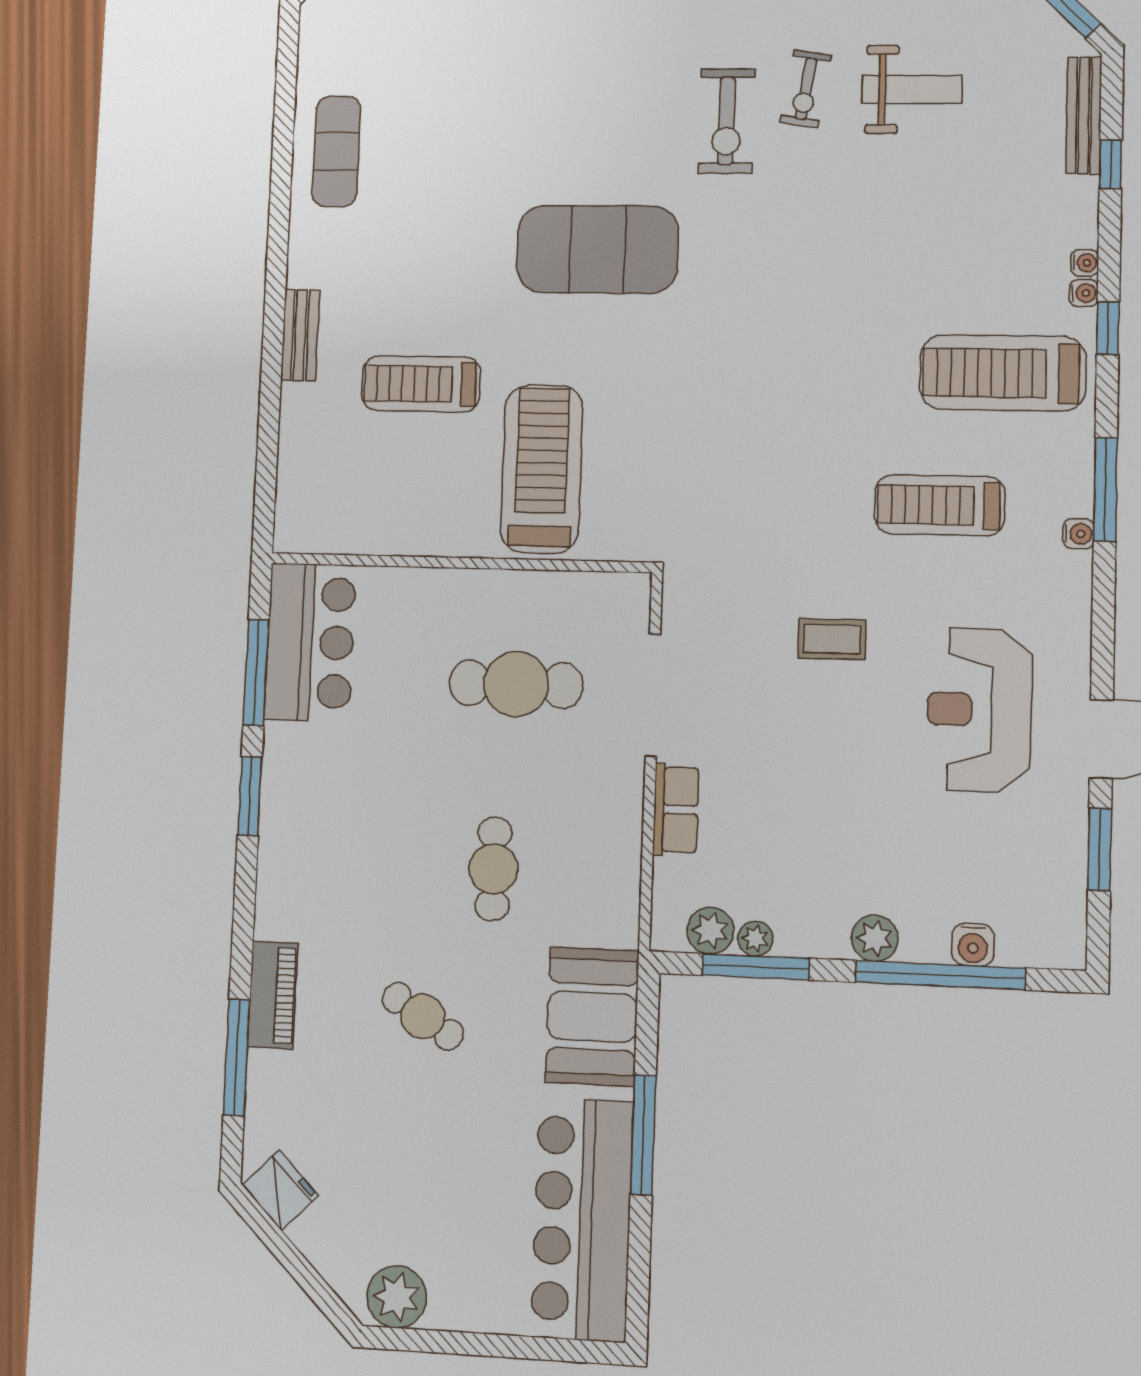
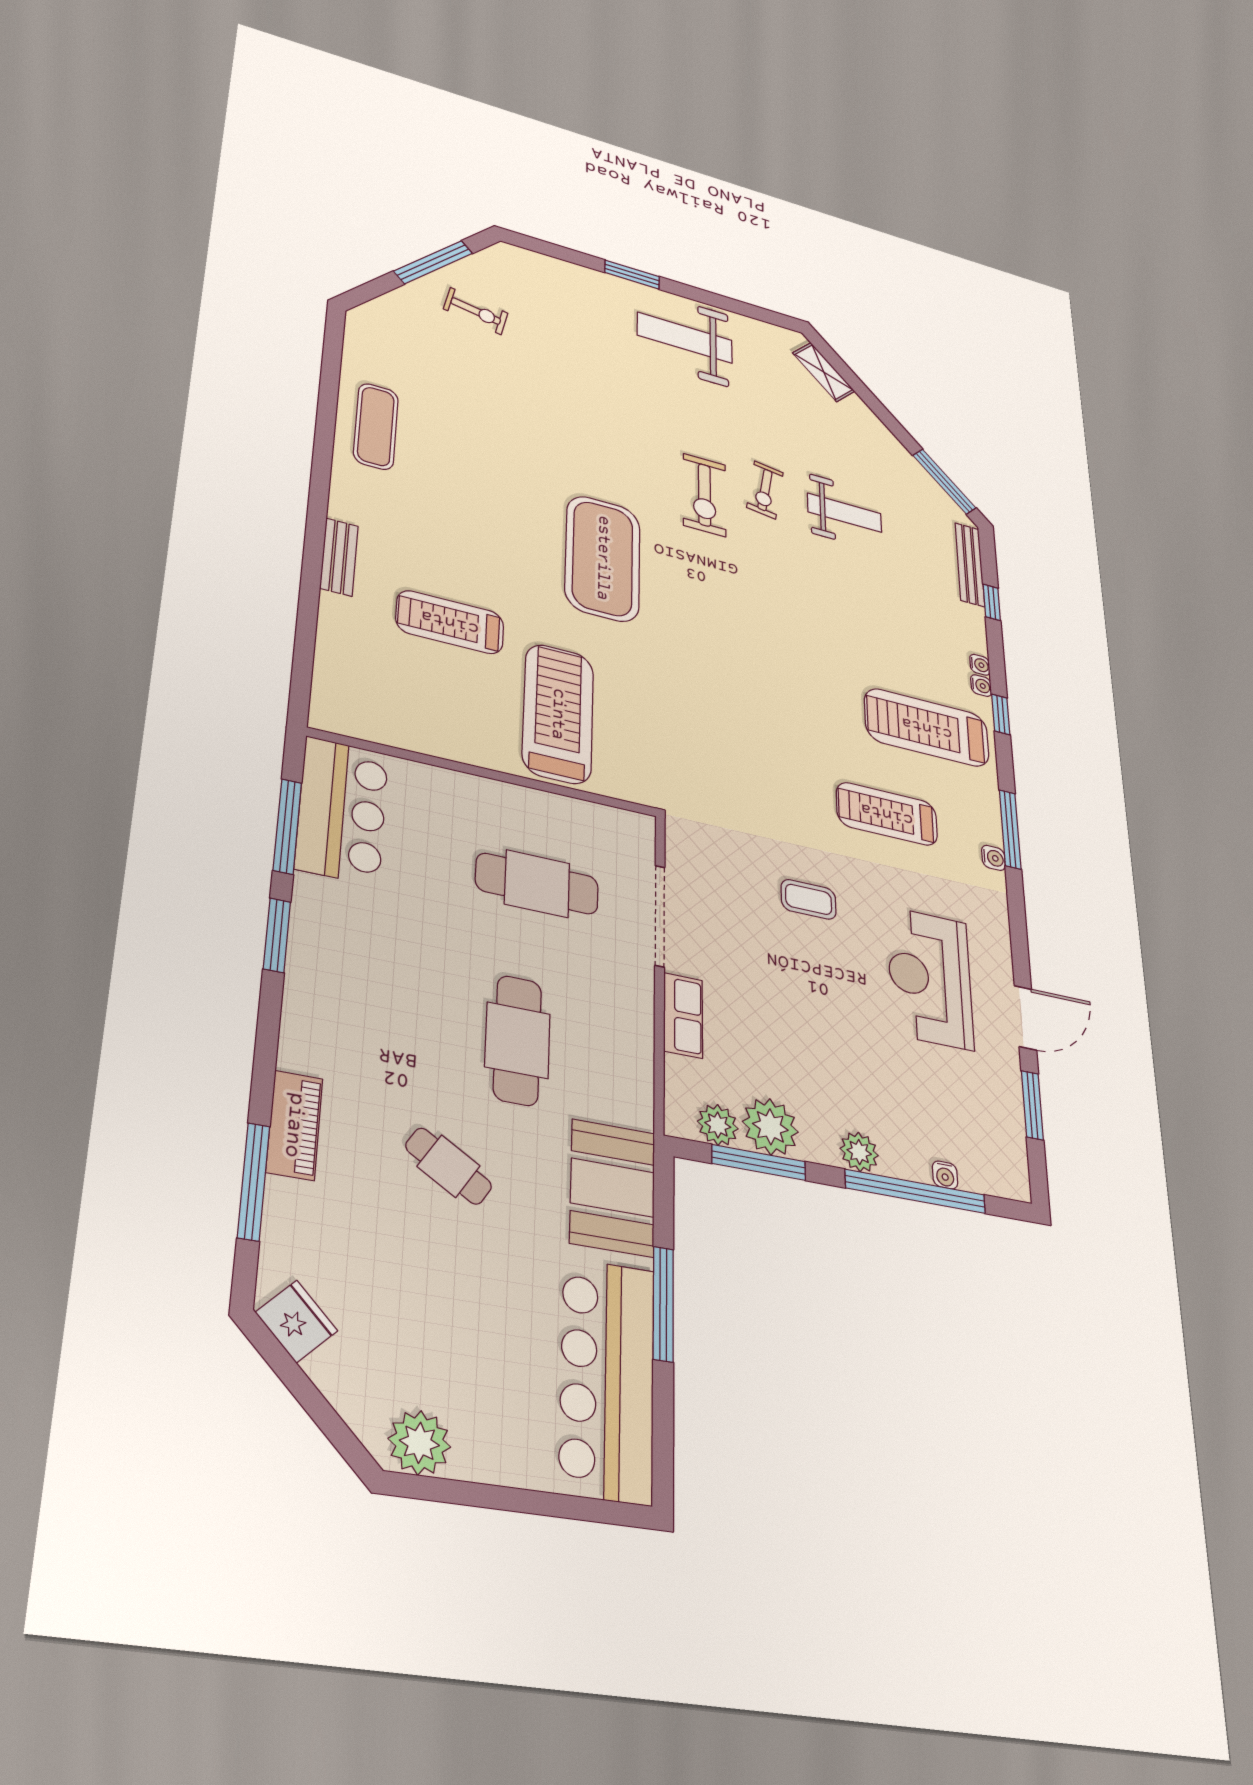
exercise mat: (597, 249) -> (603, 558), turned 90
cafe table: (493, 869) -> (517, 1040), width x1.37, depth x1.35
plant: (755, 939) -> (770, 1127), width x1.87, depth x1.87
water cooler: (973, 945) -> (945, 1175), width x0.72, depth x0.72

